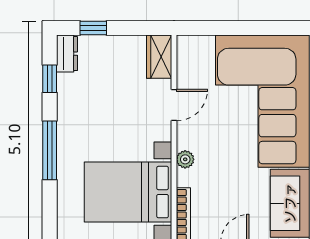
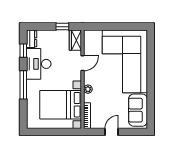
window: (93, 28) -> (62, 27), moved
desk: (82, 106) -> (39, 64), added

